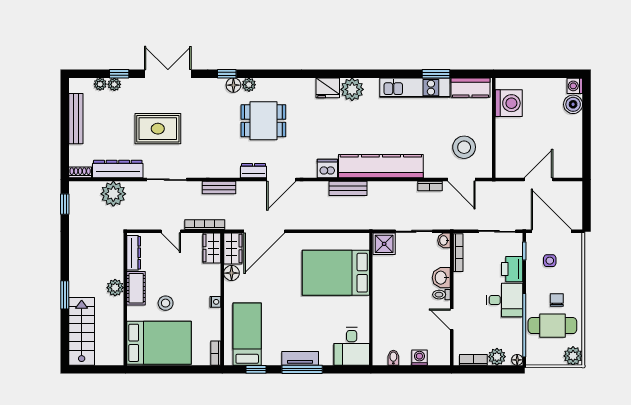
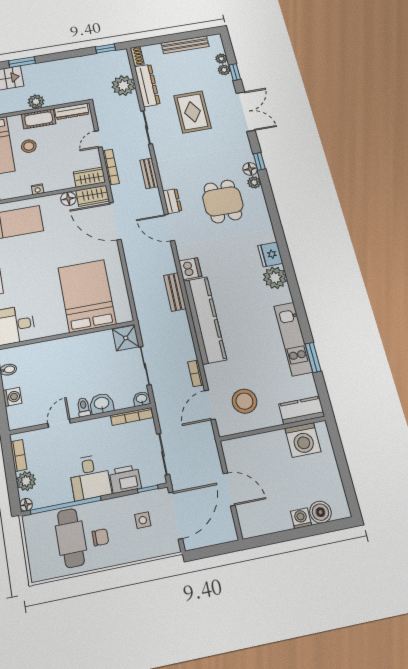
washing machine: (575, 86) -> (301, 518), moved
kitchen counter: (471, 88) -> (302, 410), moved, turned 90
plant: (573, 356) -> (40, 569), removed

